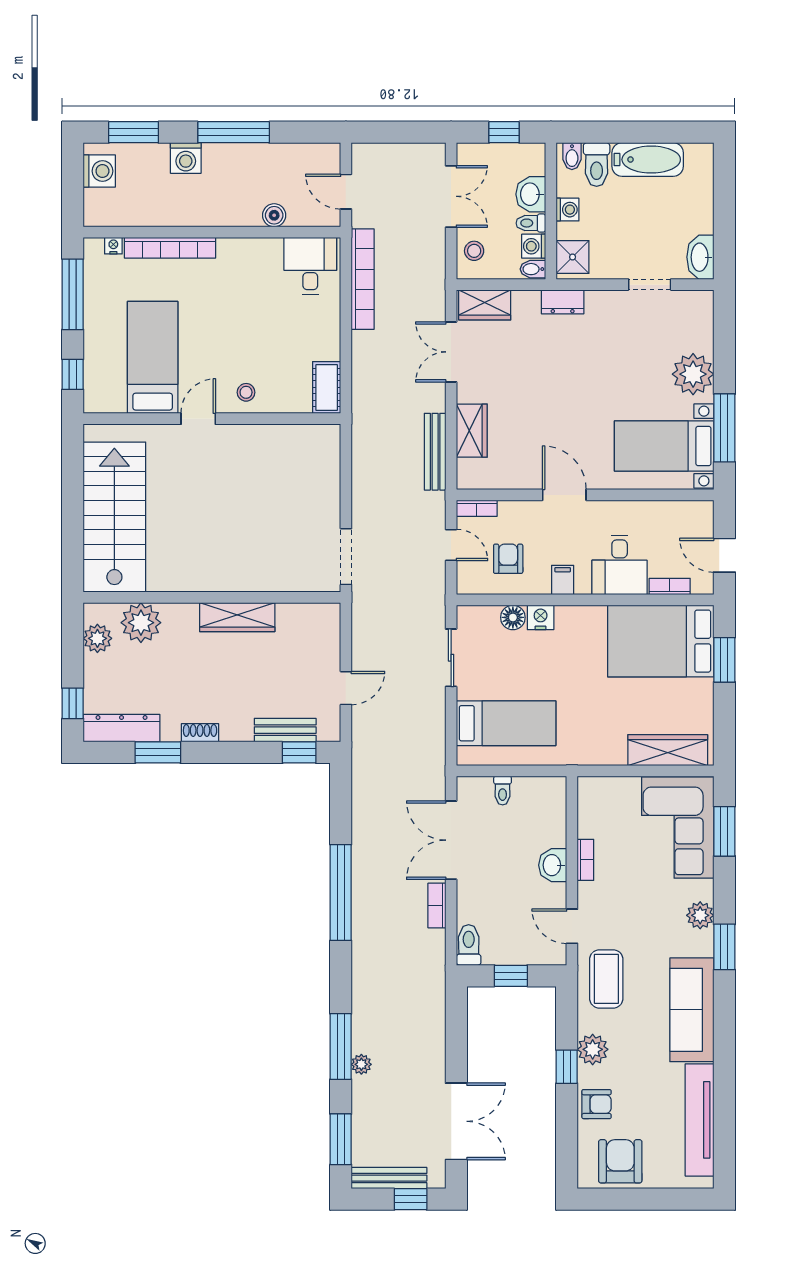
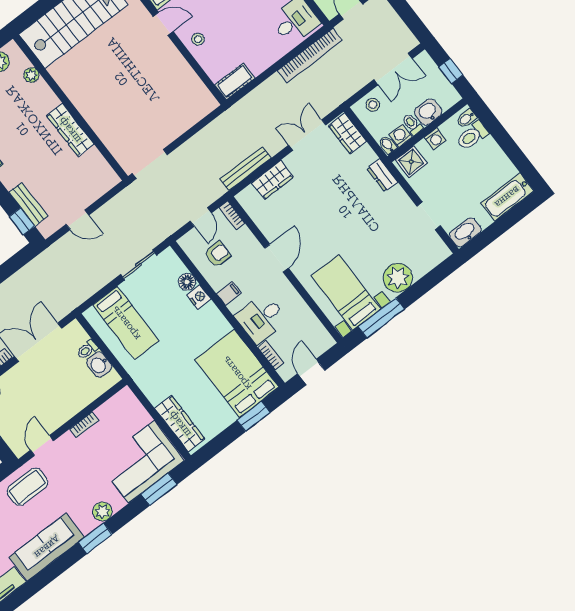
bathtub: (648, 160) -> (507, 197), moved, turned 90
plant: (141, 623) -> (31, 75), width x0.53, depth x0.53
washbasin: (553, 865) -> (99, 365), moved, turned -90

